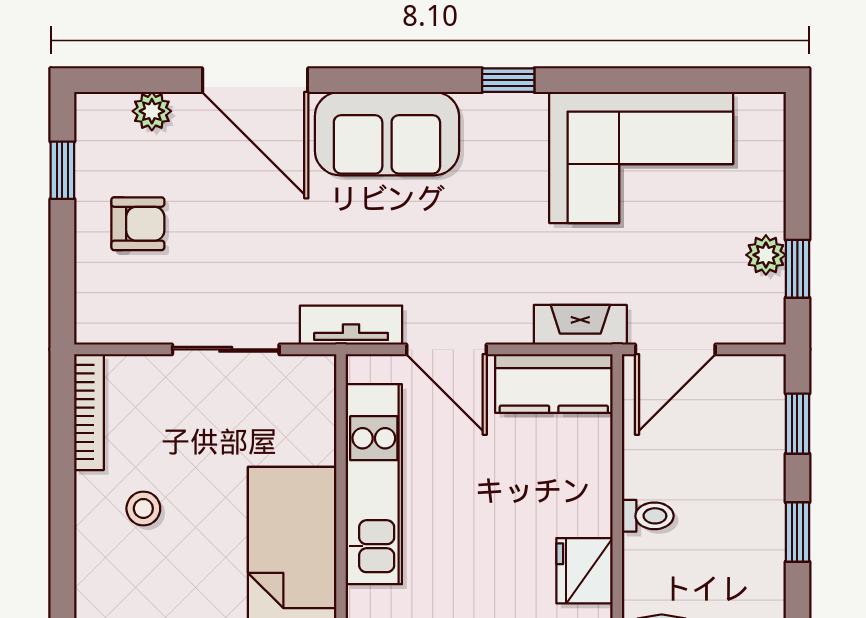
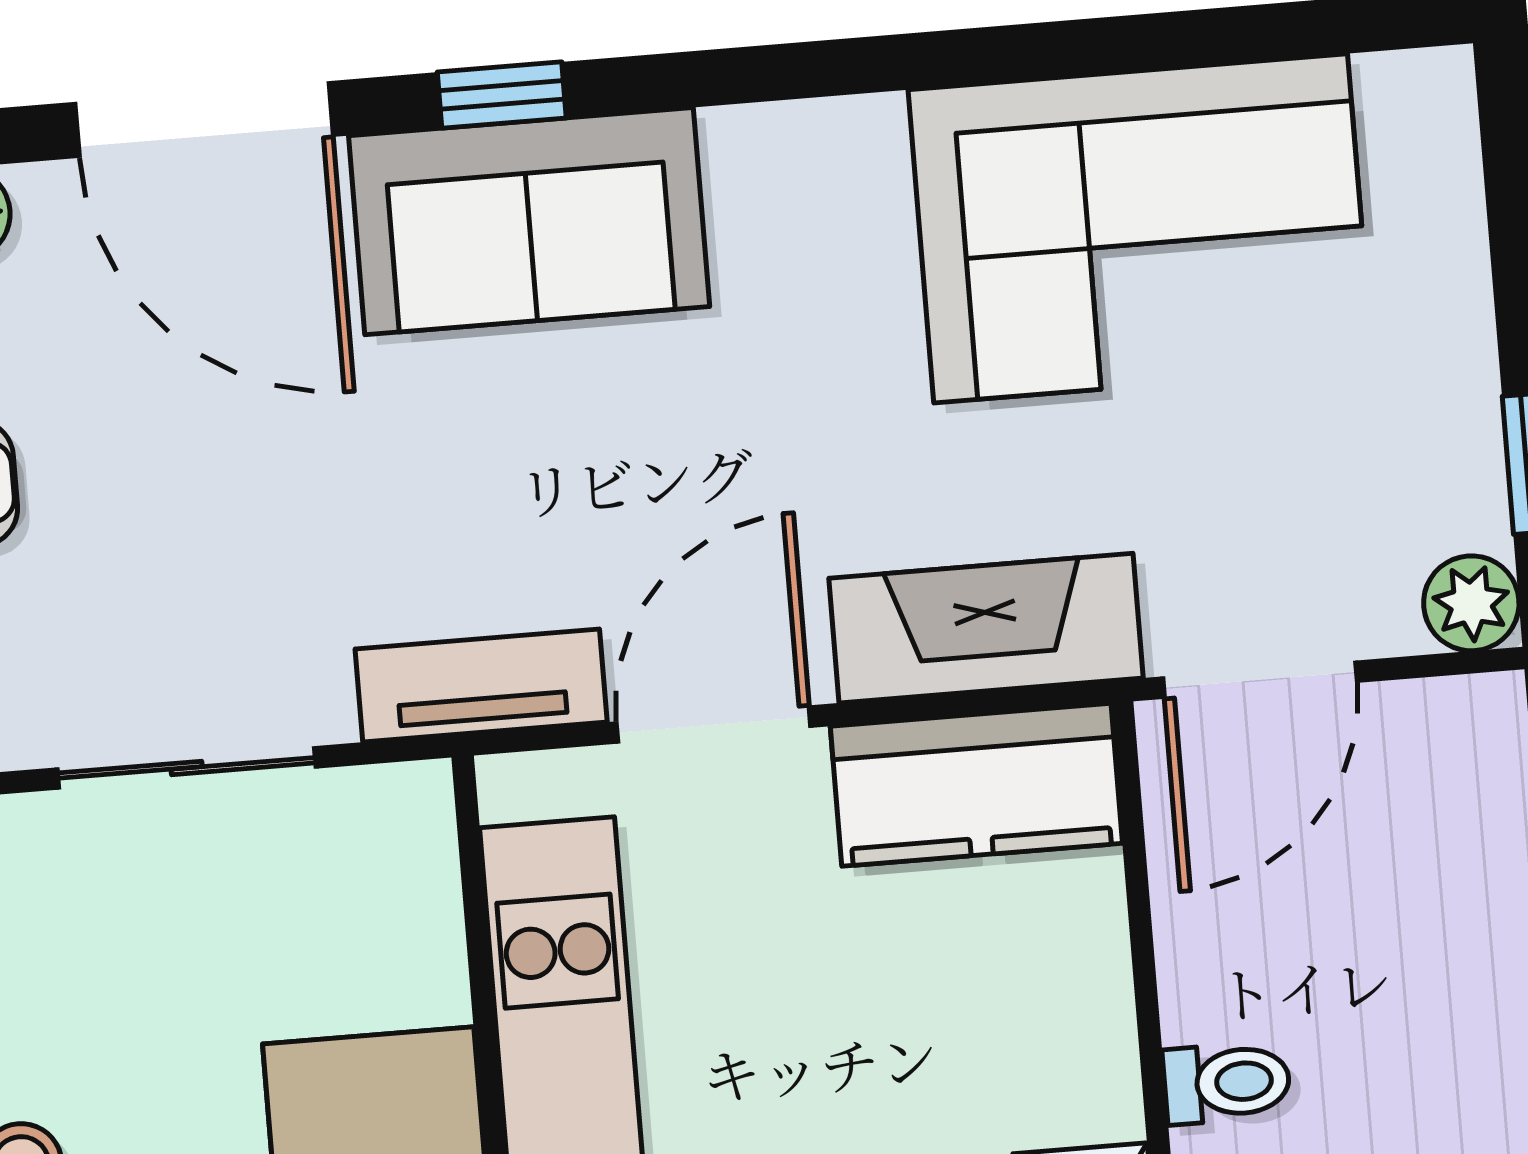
window: (508, 80) -> (502, 95), moved
plant: (766, 255) -> (1471, 603), moved
fireplace: (580, 325) -> (986, 628), width x1.37, depth x1.32
door: (446, 349) -> (714, 725), swing flipped

